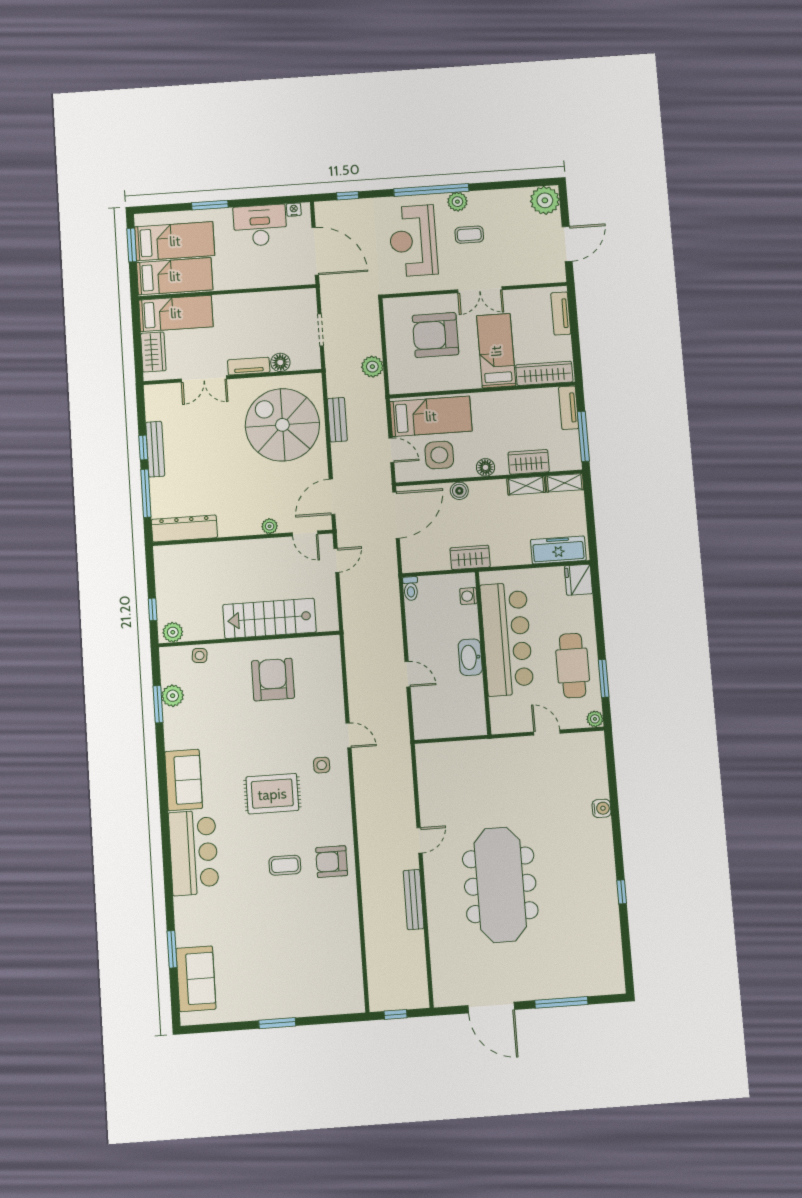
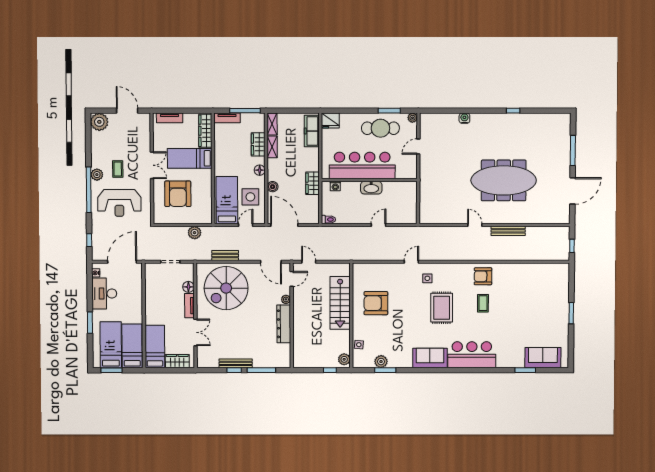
dresser: (184, 528) -> (284, 324), moved
armchair: (332, 862) -> (483, 276), turned 90

